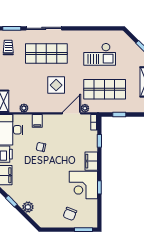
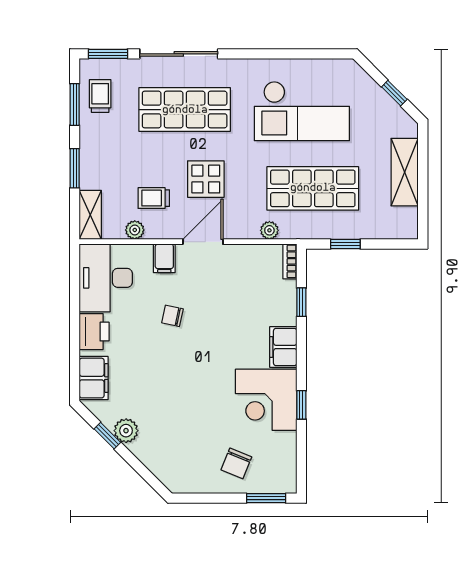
checkout: (100, 54) -> (302, 111), width x1.36, depth x1.21
trolley: (32, 94) -> (154, 198), added
door: (72, 113) -> (203, 242), moved
plant: (28, 207) -> (126, 431), moved

